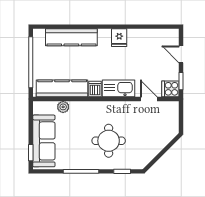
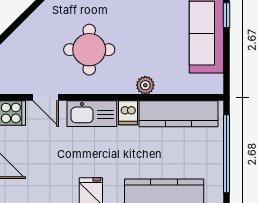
plant: (63, 107) -> (145, 85), moved
round table: (109, 141) -> (89, 50), moved

